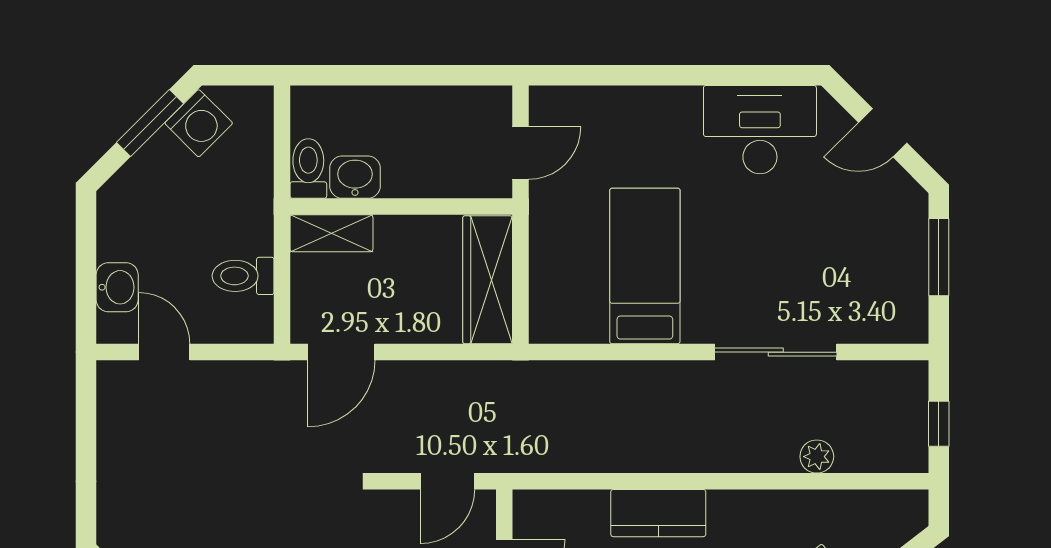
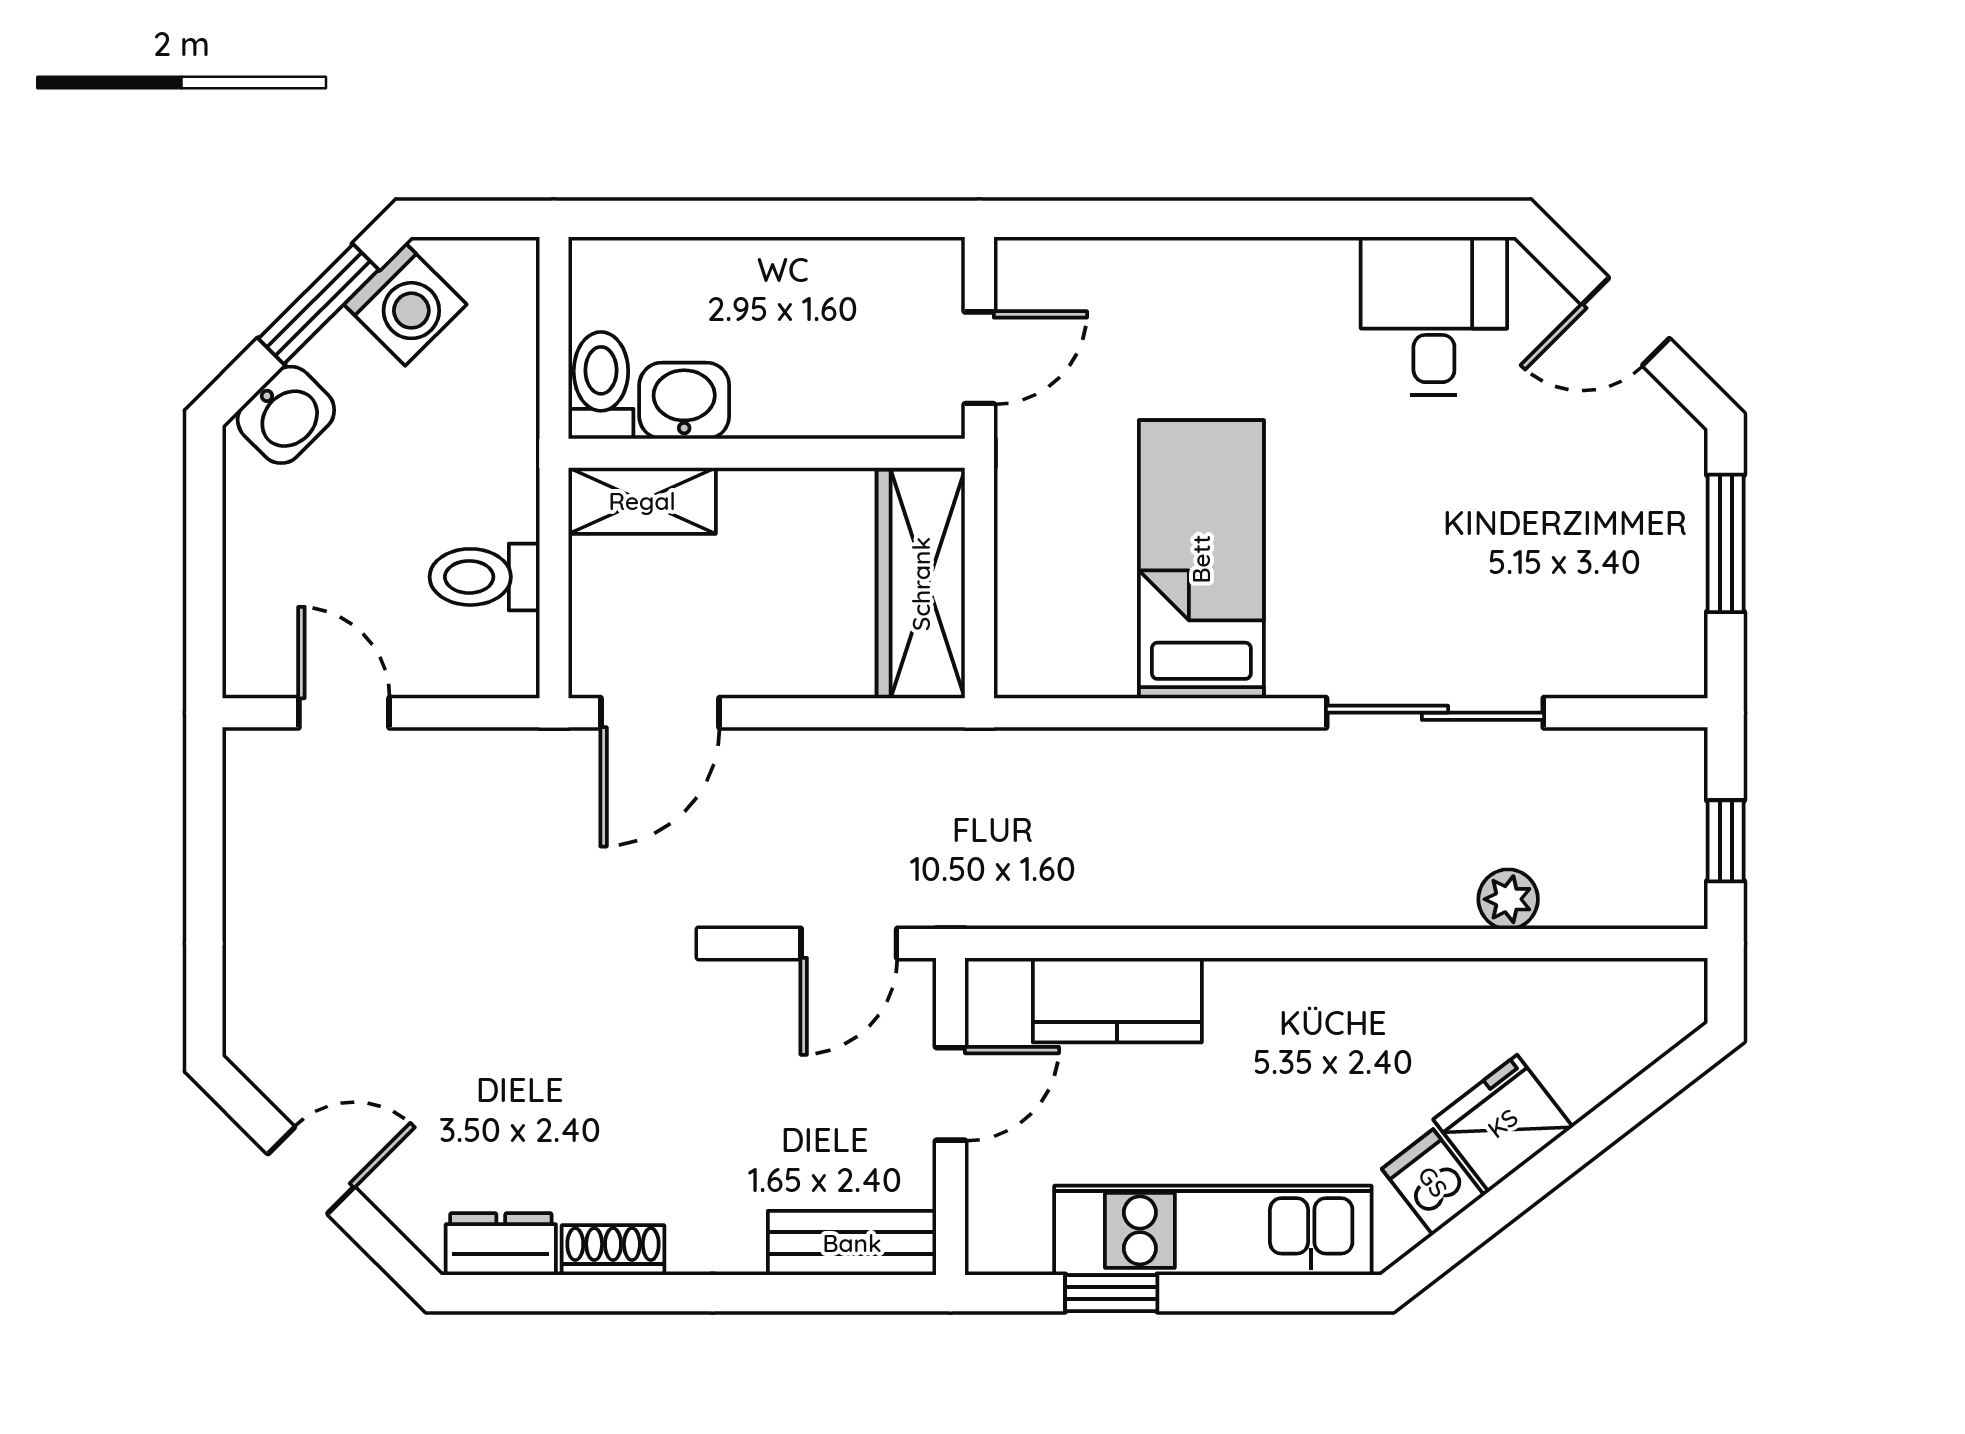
desk: (760, 130) -> (1434, 316), width x0.73
washbasin: (117, 287) -> (286, 415), moved, turned 45
kitchen counter: (658, 513) -> (1117, 1000), moved

